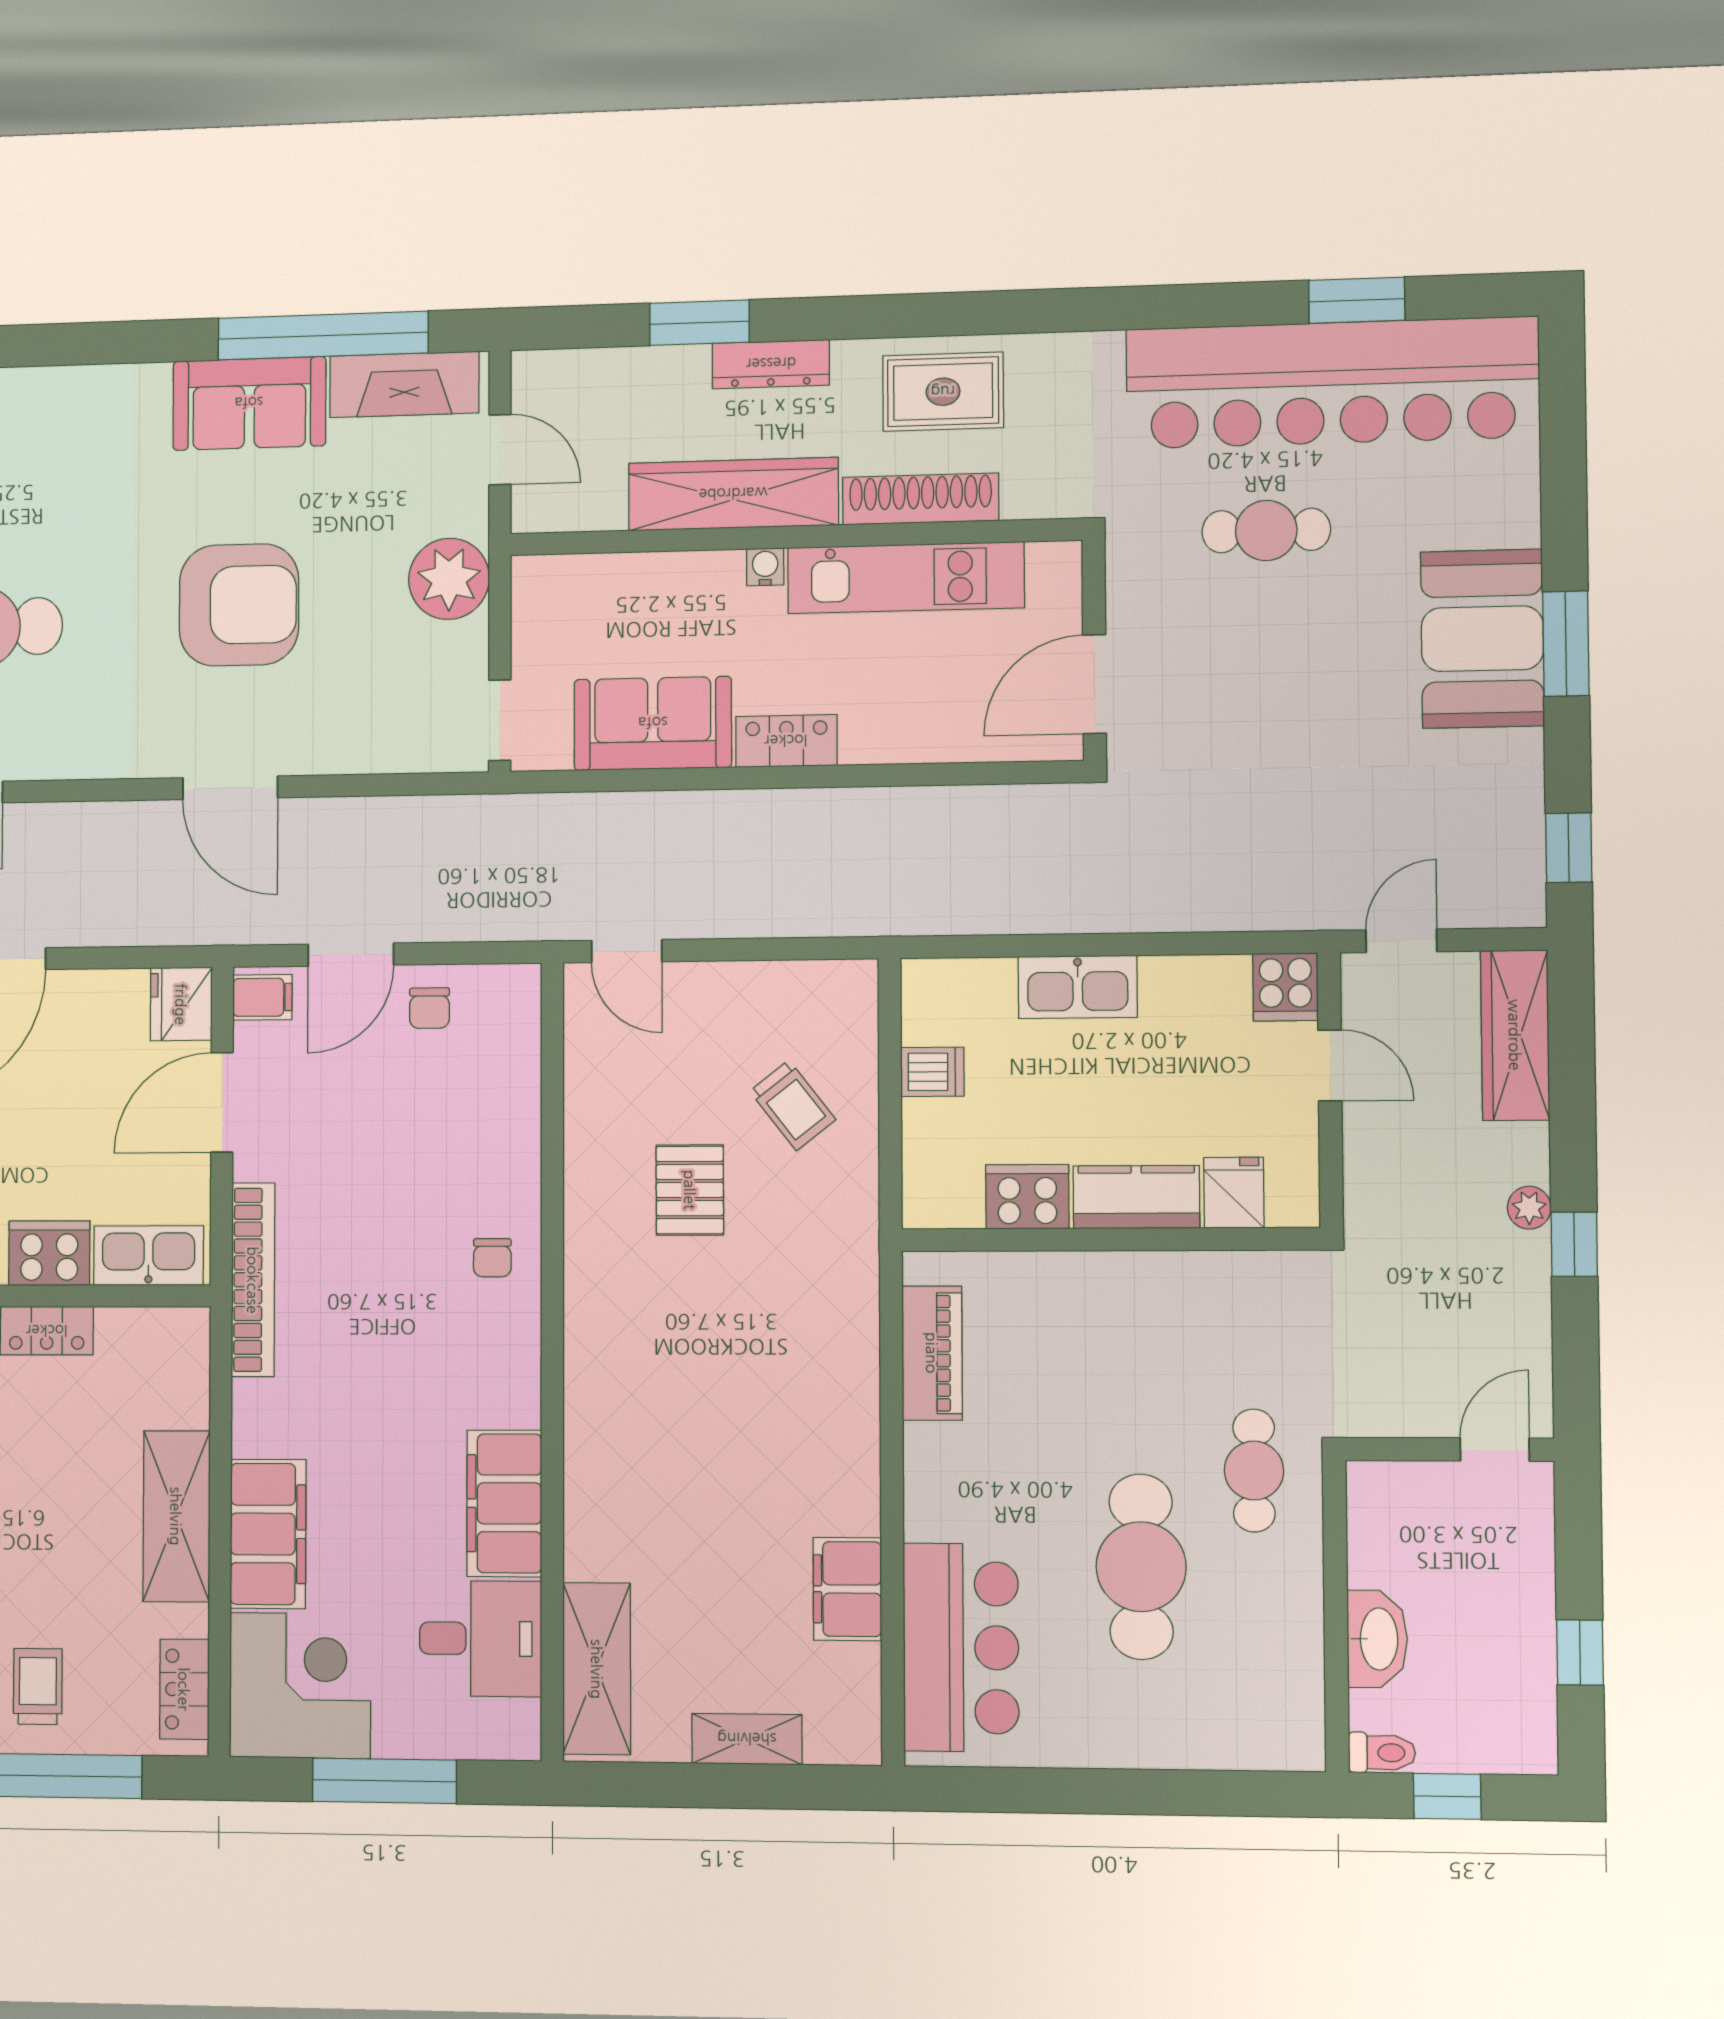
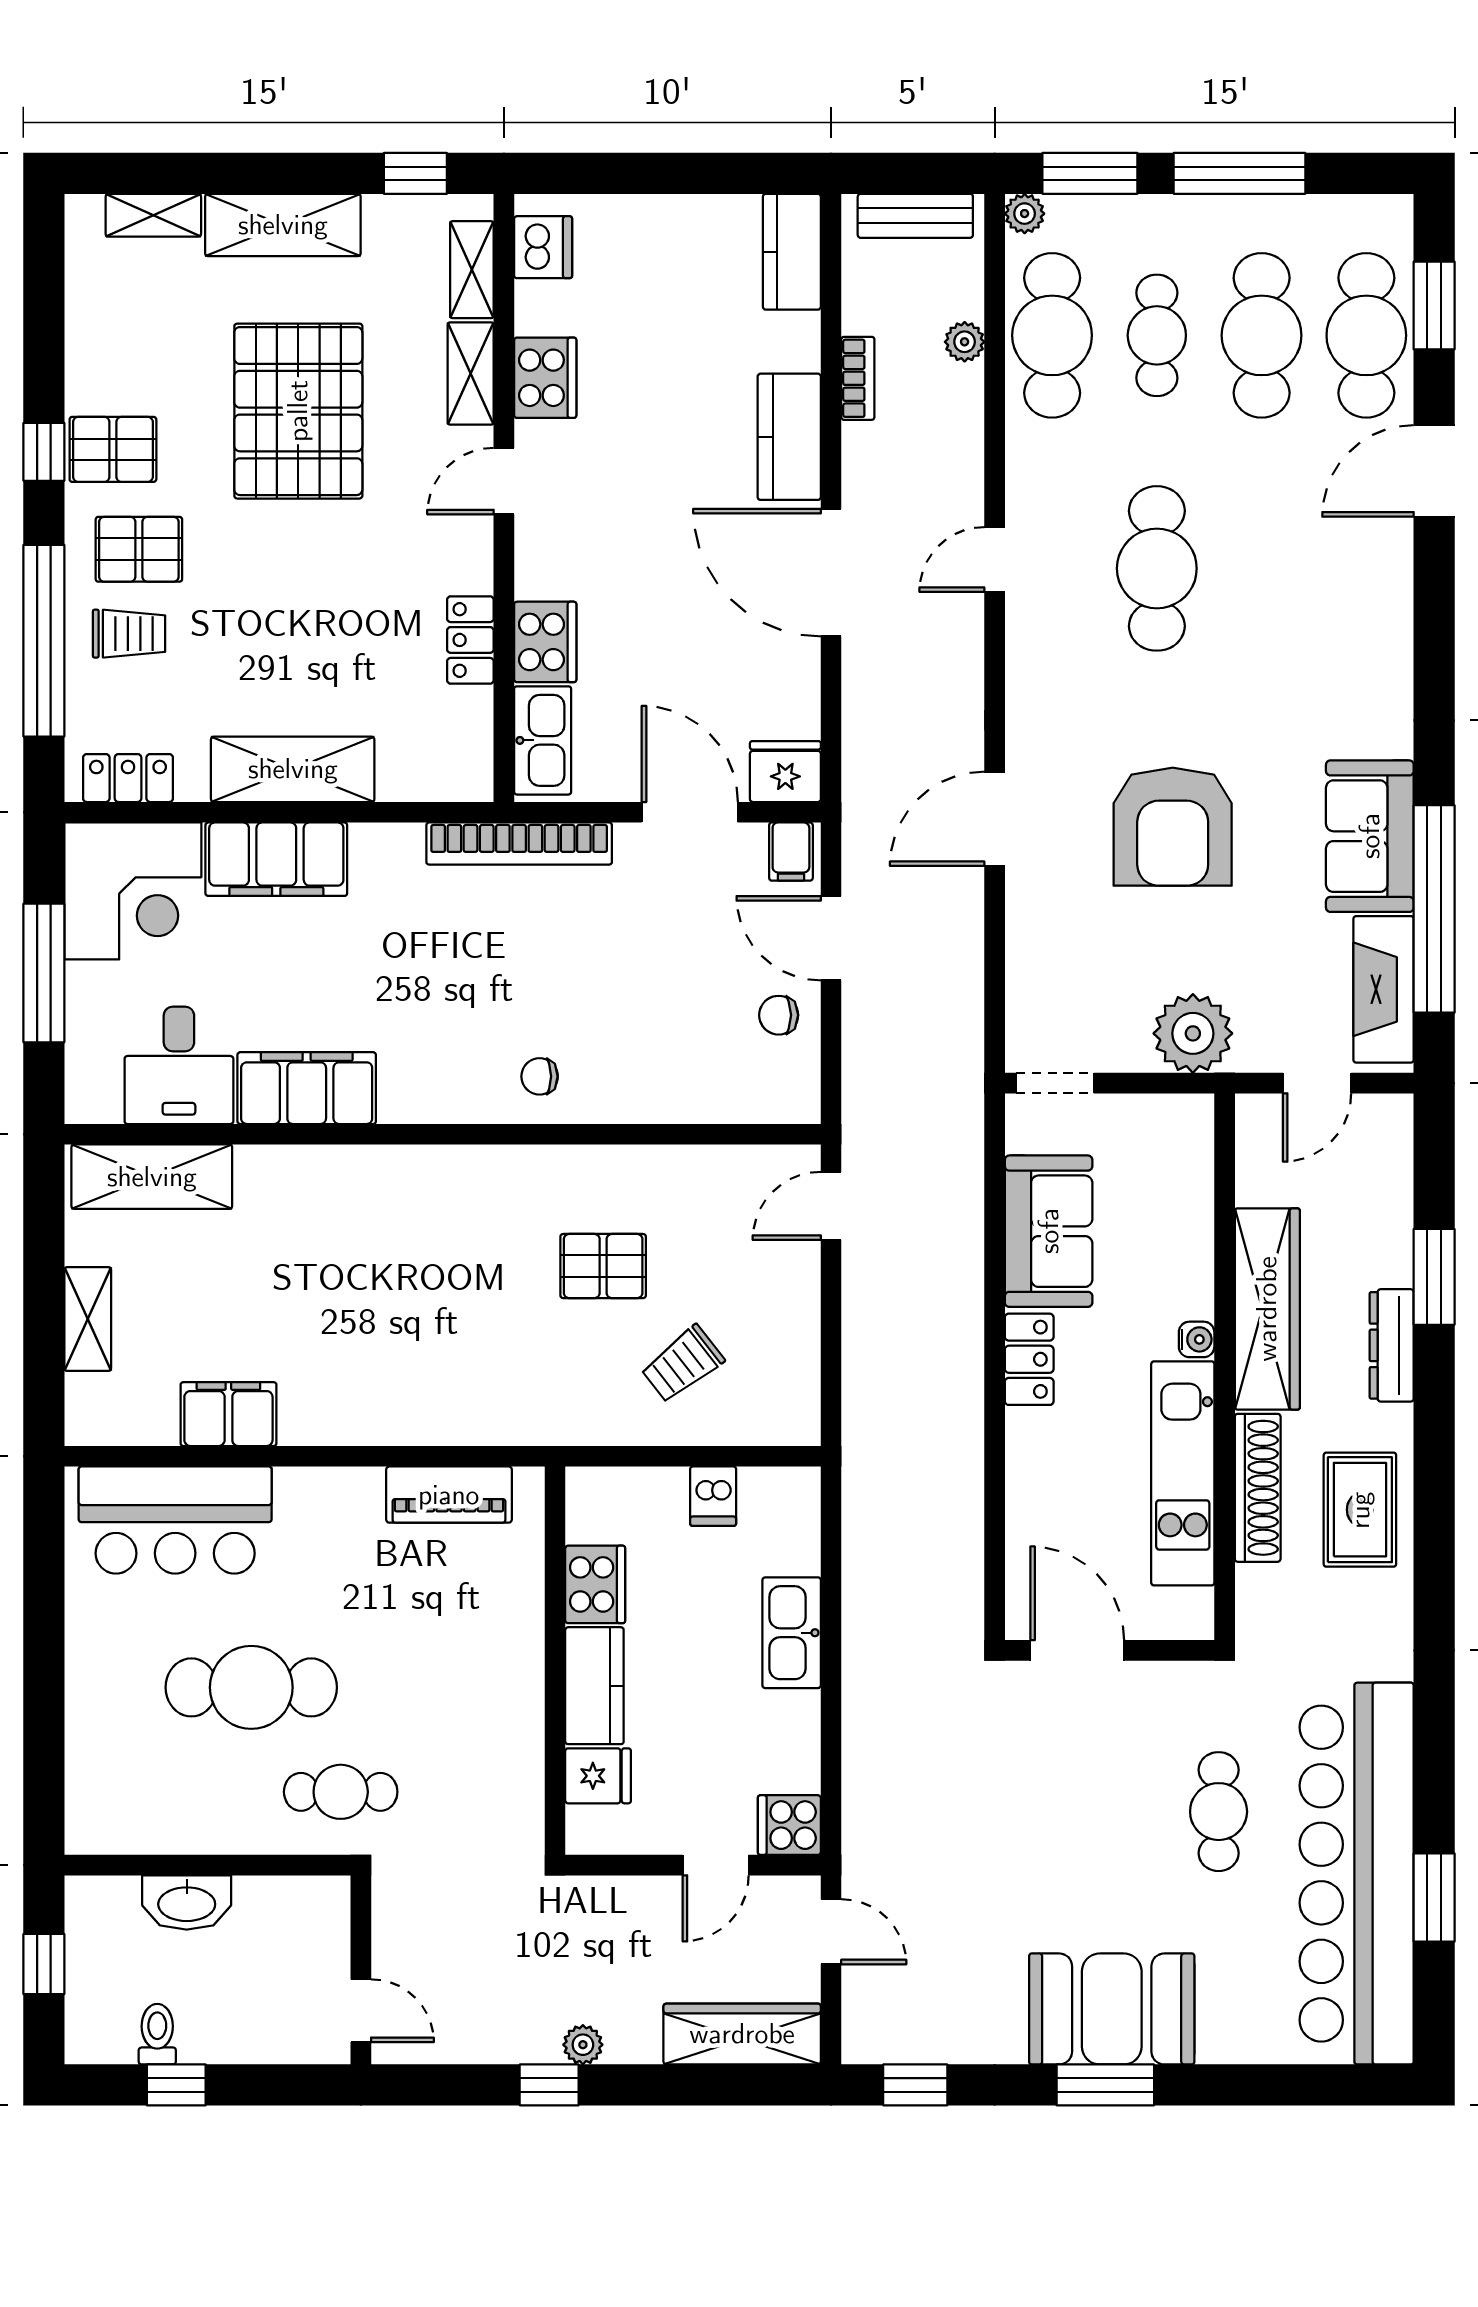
toilet: (1382, 1753) -> (157, 2034), moved, turned 180

